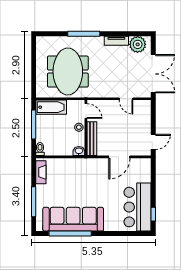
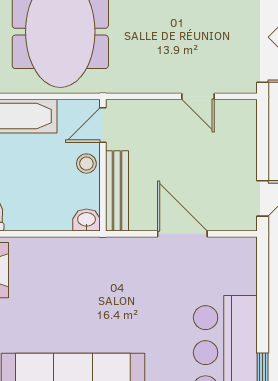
door: (86, 111) -> (103, 125), swing flipped
door: (119, 157) -> (182, 234), swing flipped

